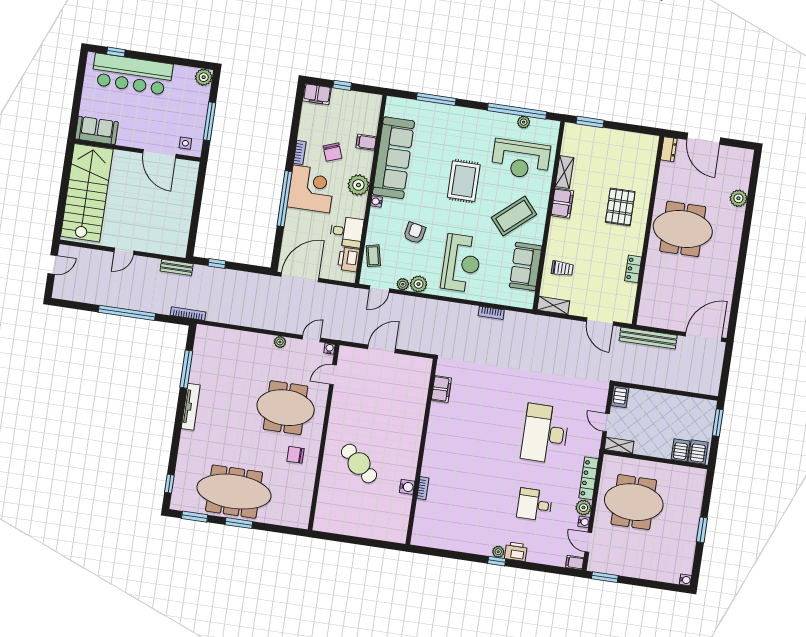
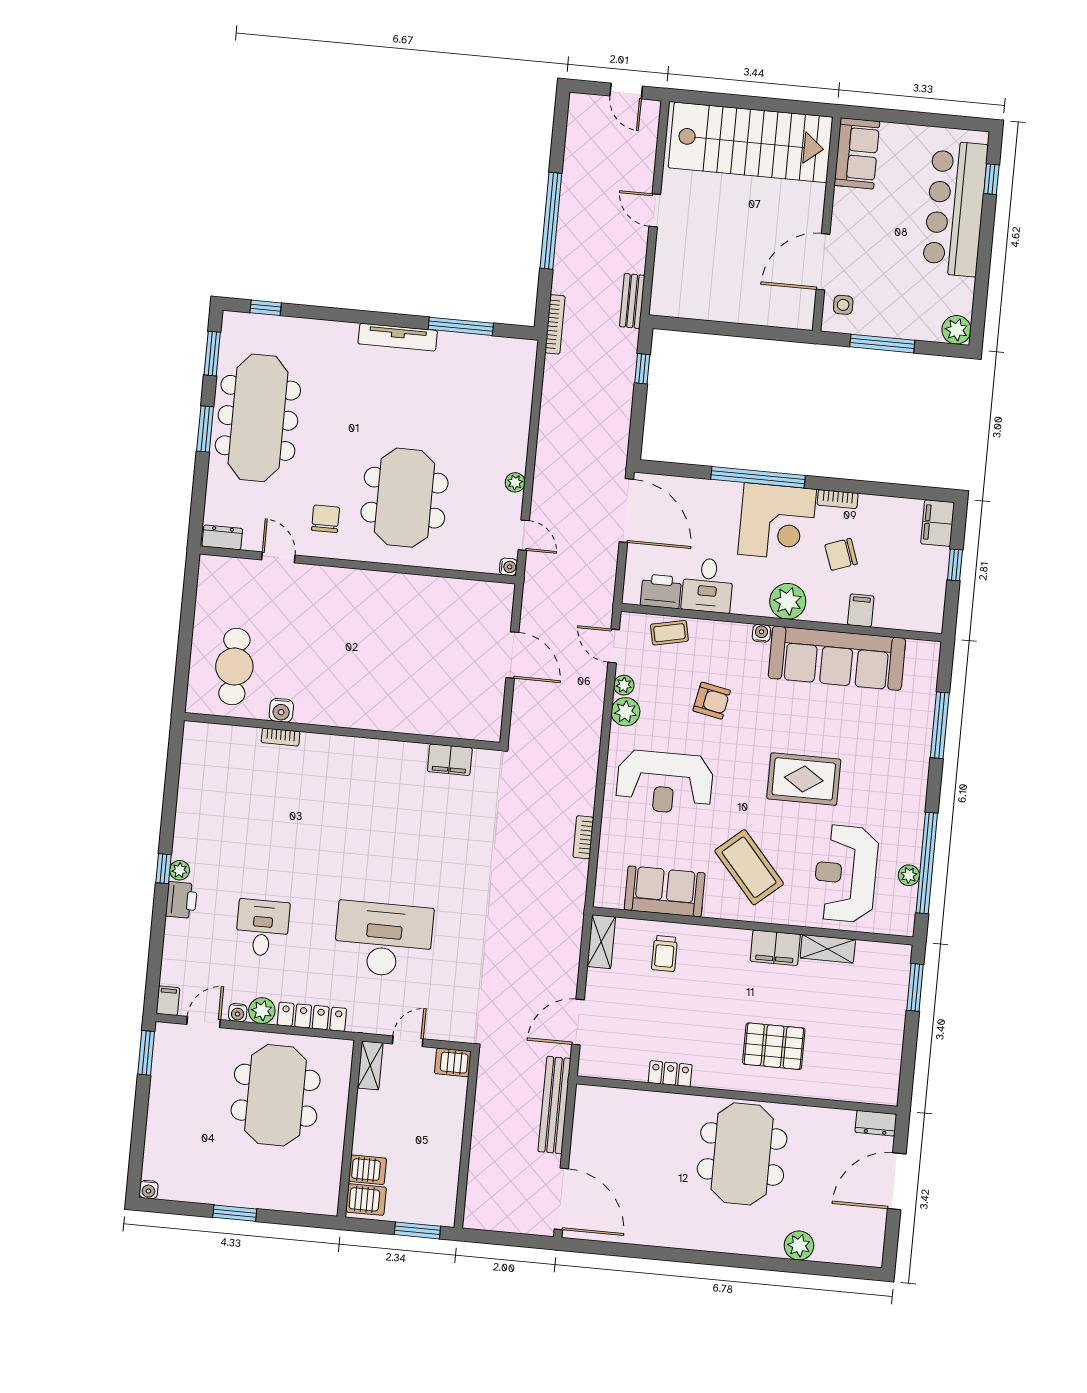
door: (333, 375) -> (278, 557), moved
cafe table: (359, 463) -> (234, 667), moved, turned -42
dresser: (303, 516) -> (222, 537), added

